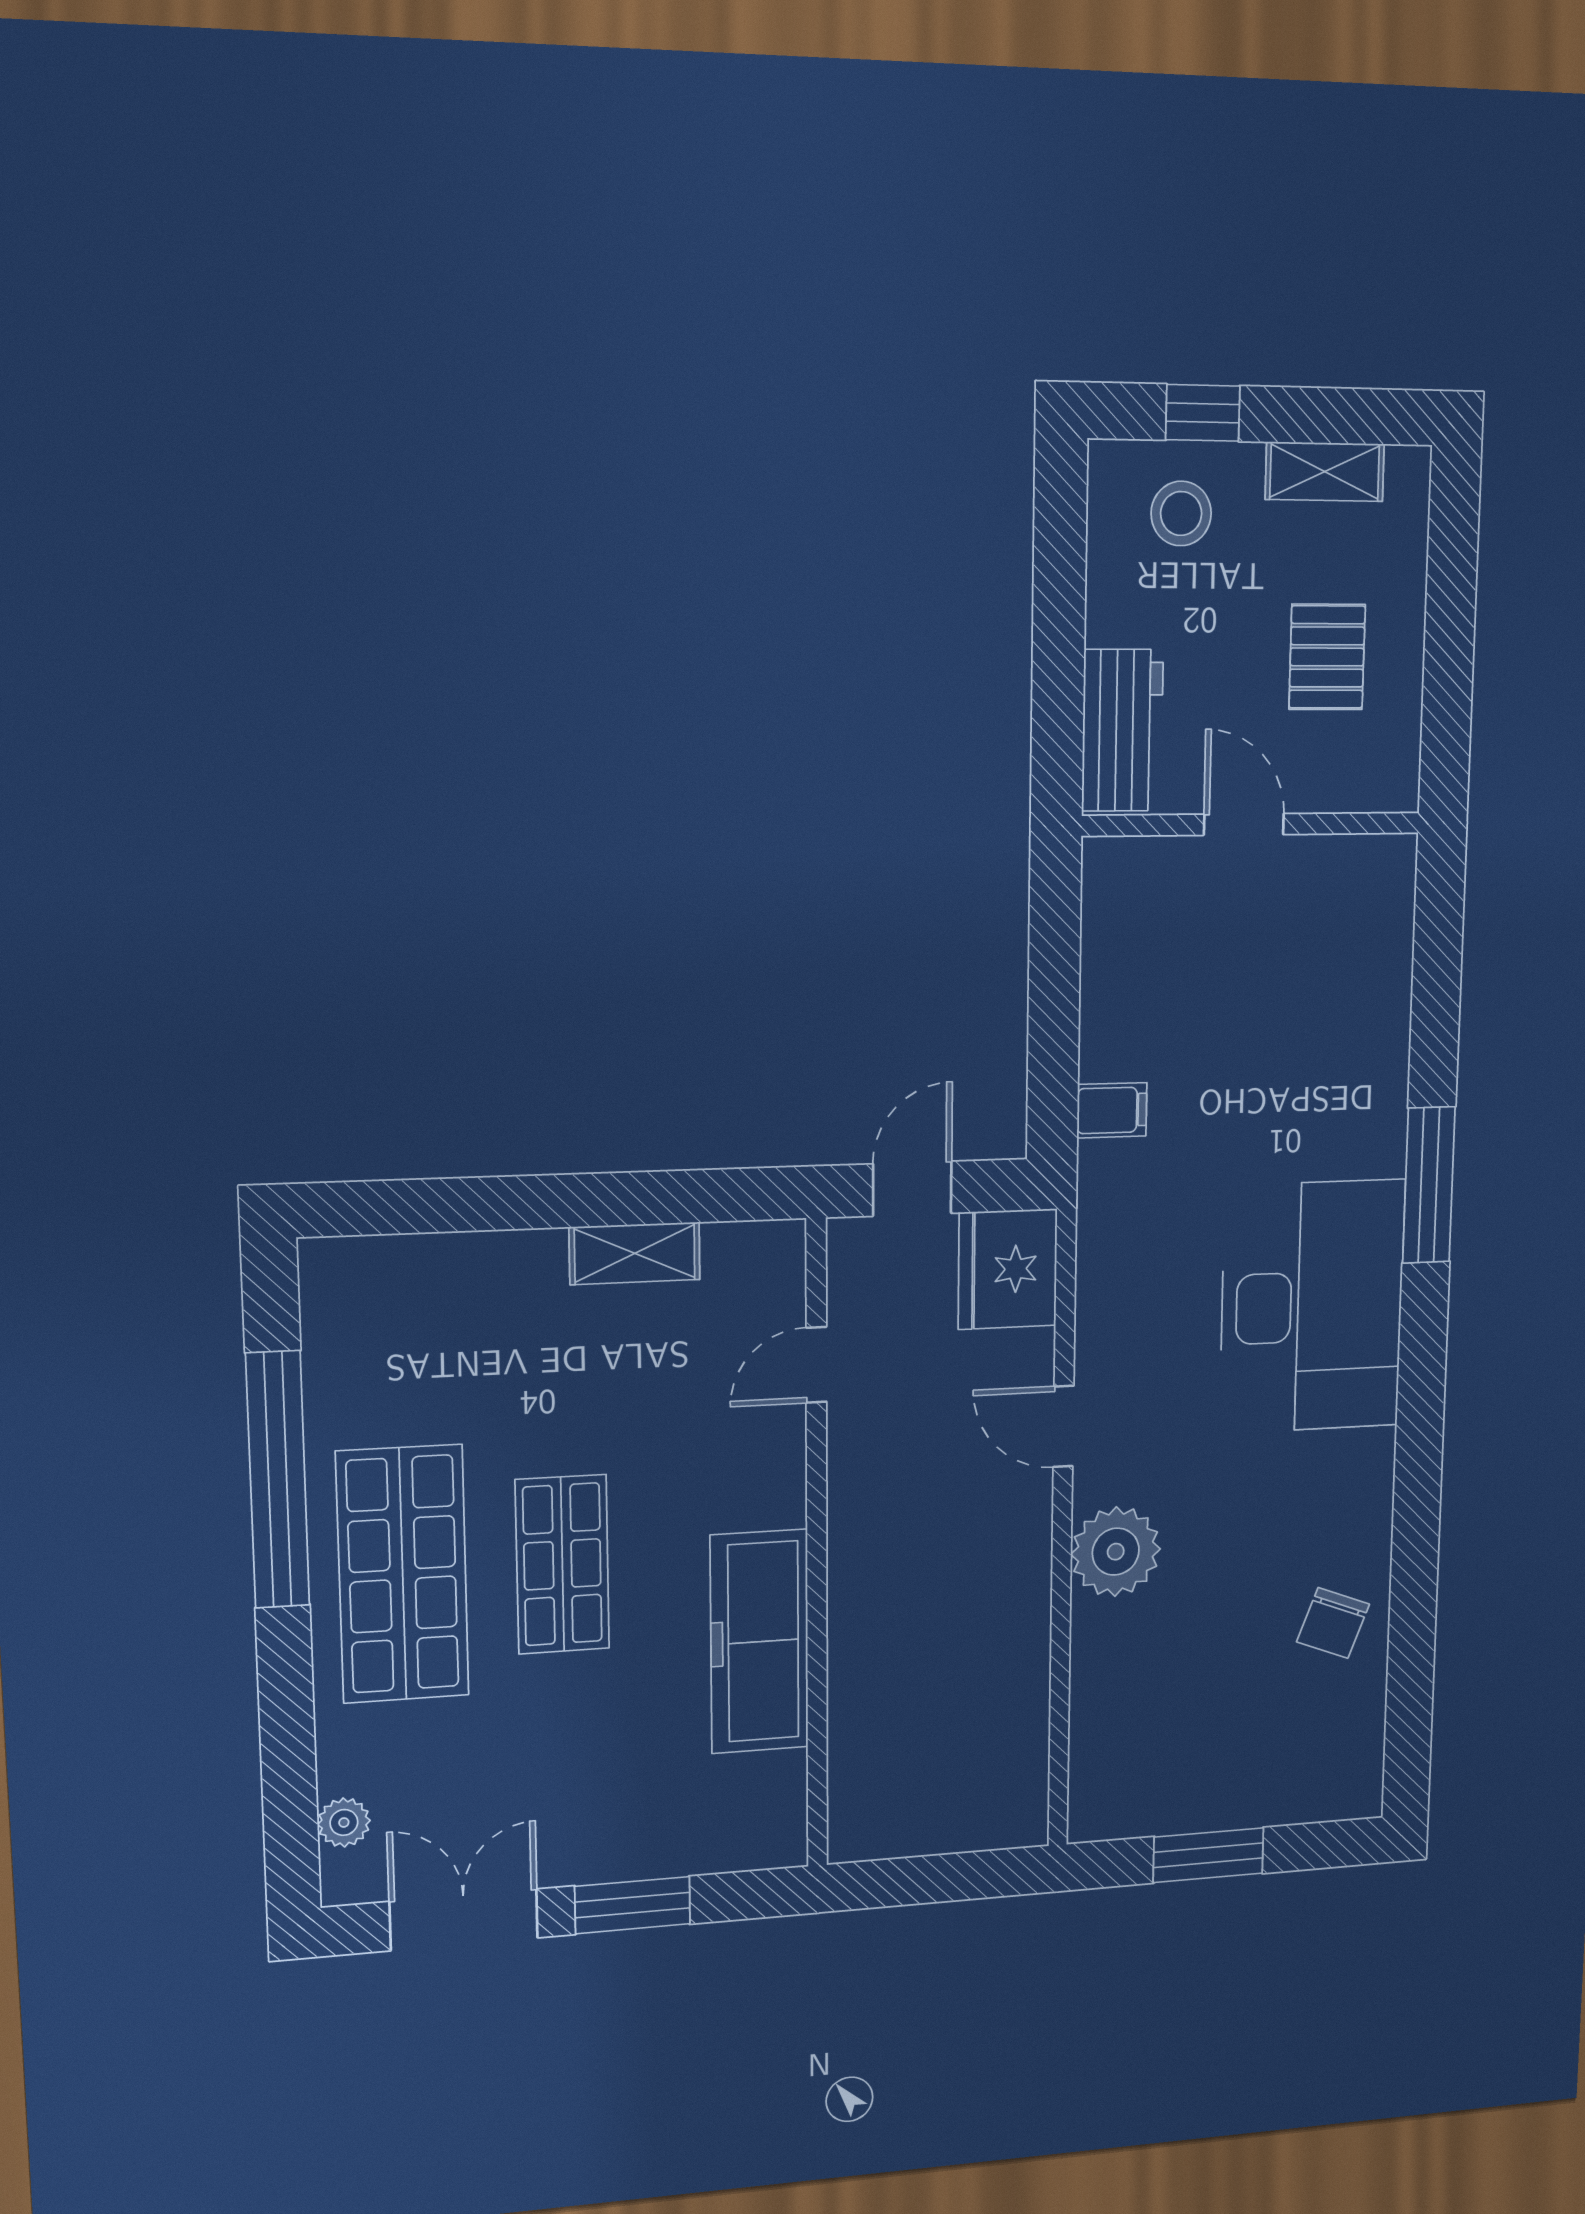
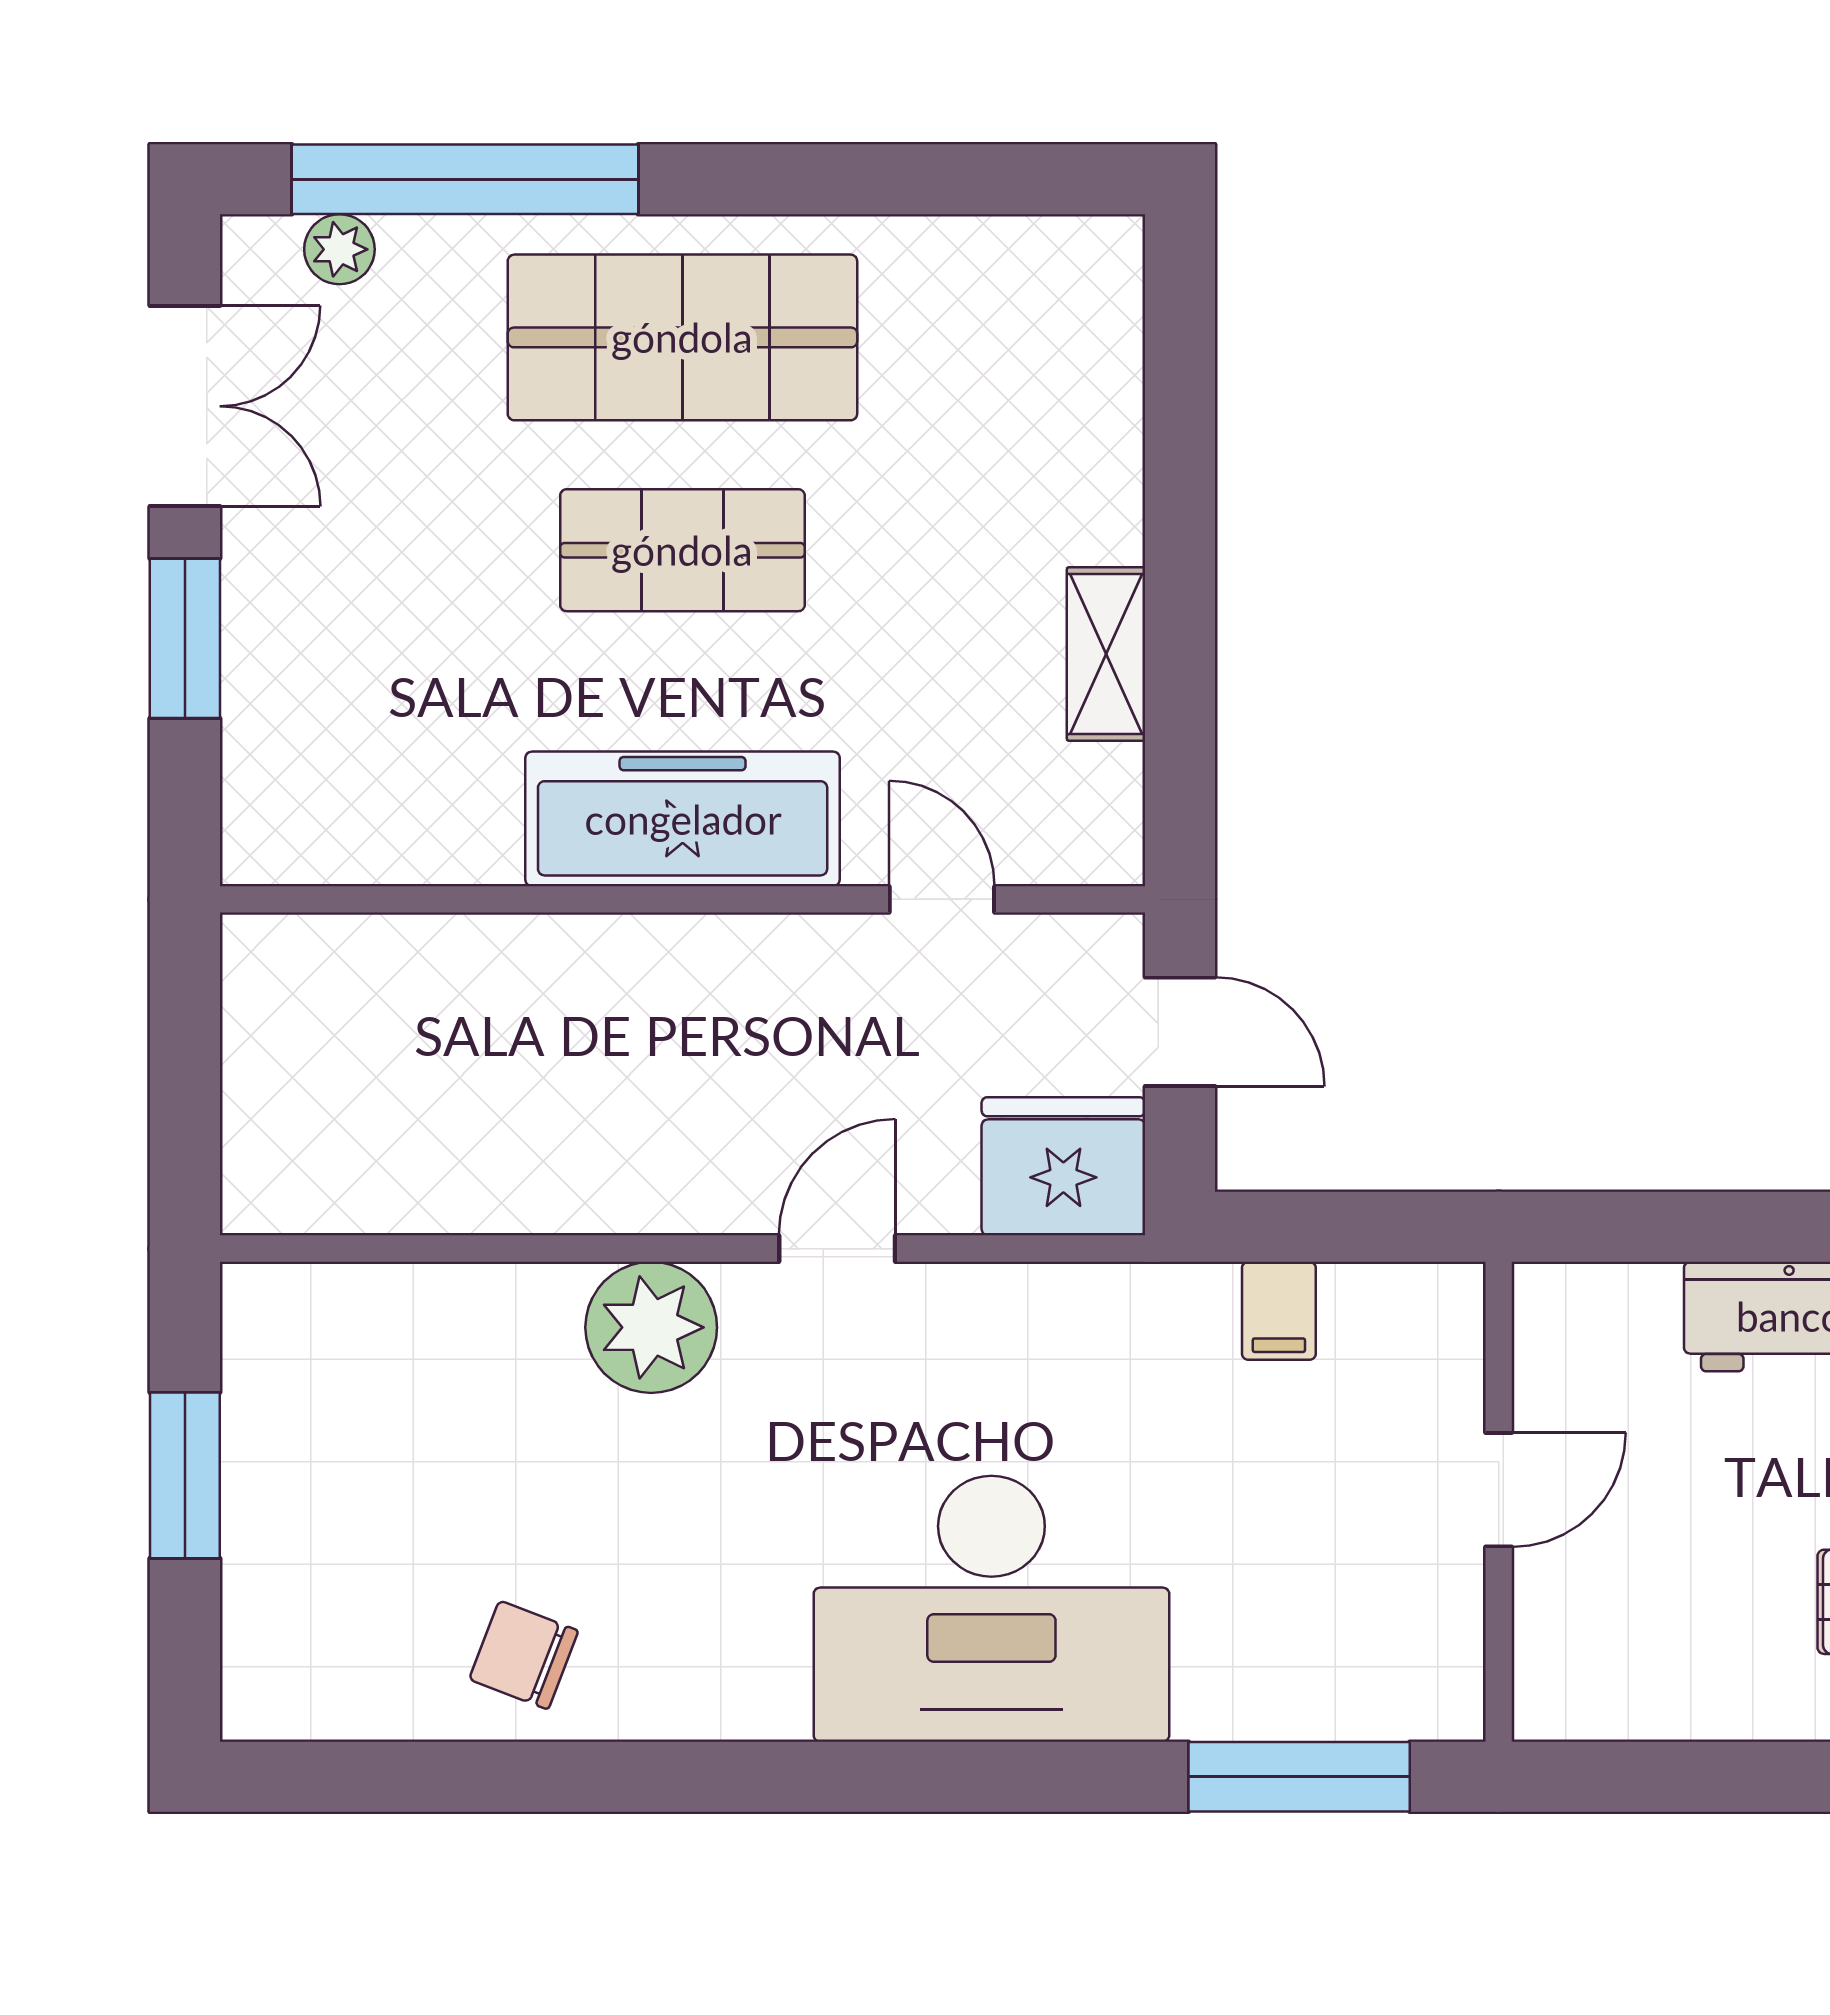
door: (1244, 824) -> (1499, 1490), moved
wall: (1252, 824) -> (1499, 1502), moved
window: (1429, 1185) -> (1299, 1777), moved
window: (278, 1480) -> (465, 179), moved
freezer: (759, 1642) -> (683, 819), moved

